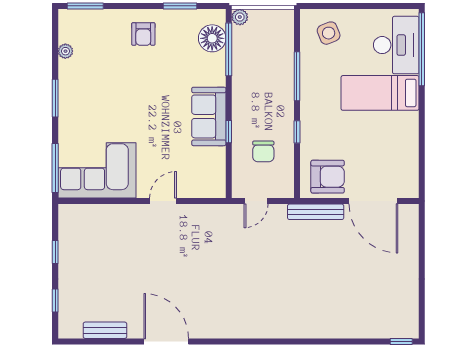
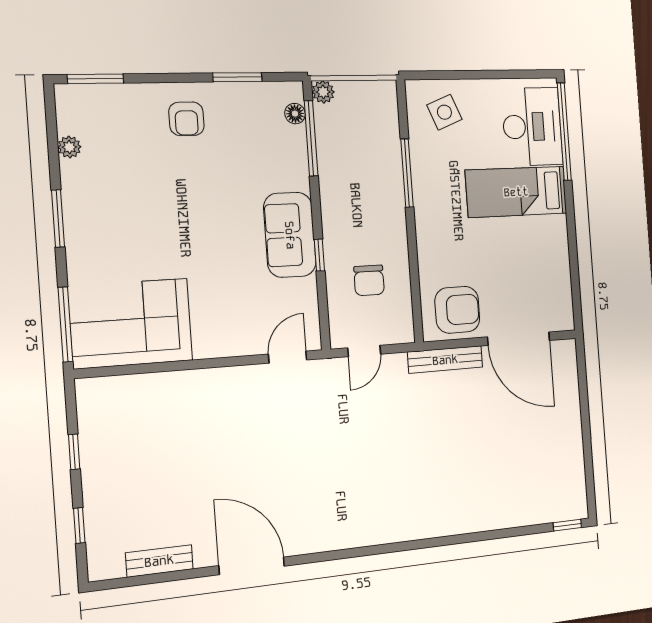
floor lamp: (212, 38) -> (295, 114), width x0.53, depth x0.53
window: (297, 132) -> (413, 250), removed
door: (163, 201) -> (288, 357), moved

